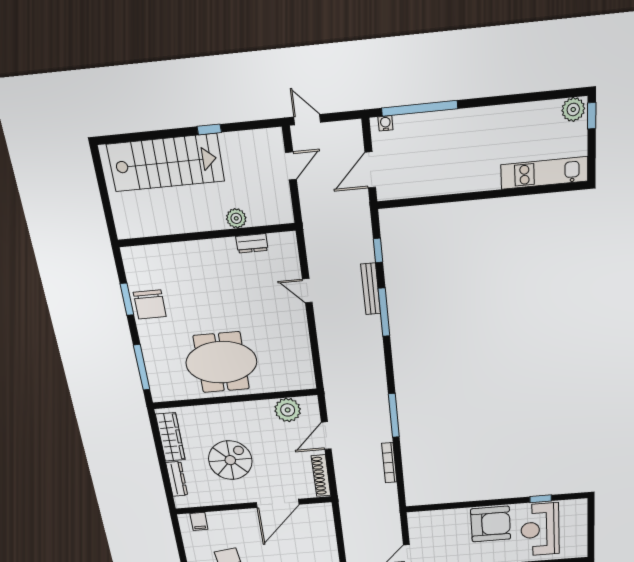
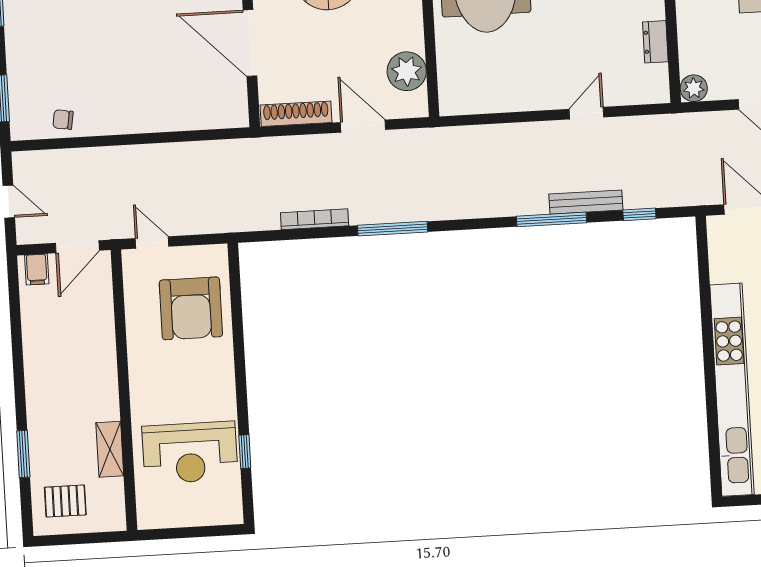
kitchen unit: (544, 173) -> (732, 390), width x1.86
plant: (236, 218) -> (694, 88), moved
armchair: (491, 524) -> (191, 308), moved
reception desk: (540, 530) -> (190, 453), turned 180

